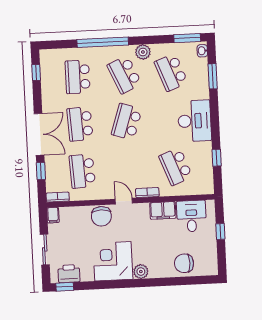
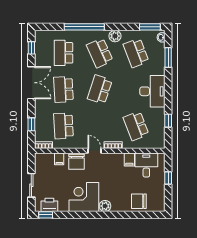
double door: (39, 134) -> (31, 83), moved
filing cabinet: (163, 210) -> (129, 160), width x0.50
filing cabinet: (53, 215) -> (59, 159), moved

